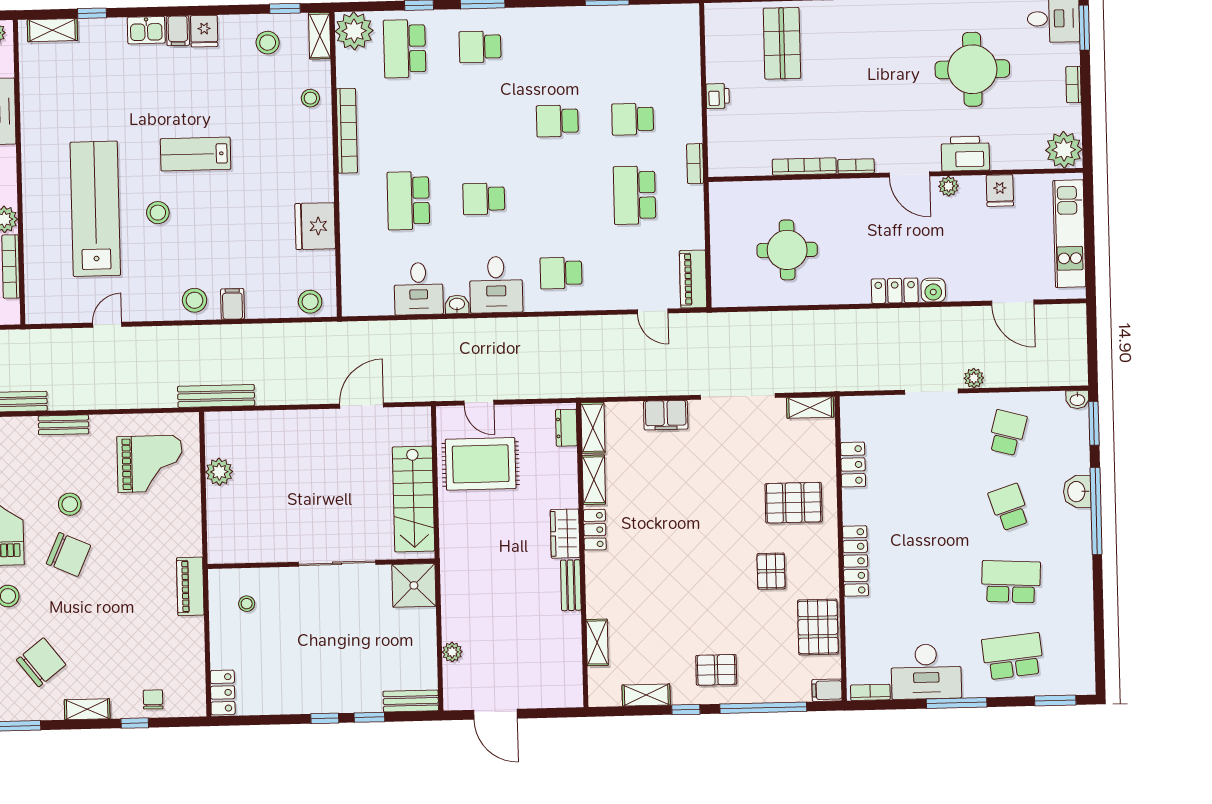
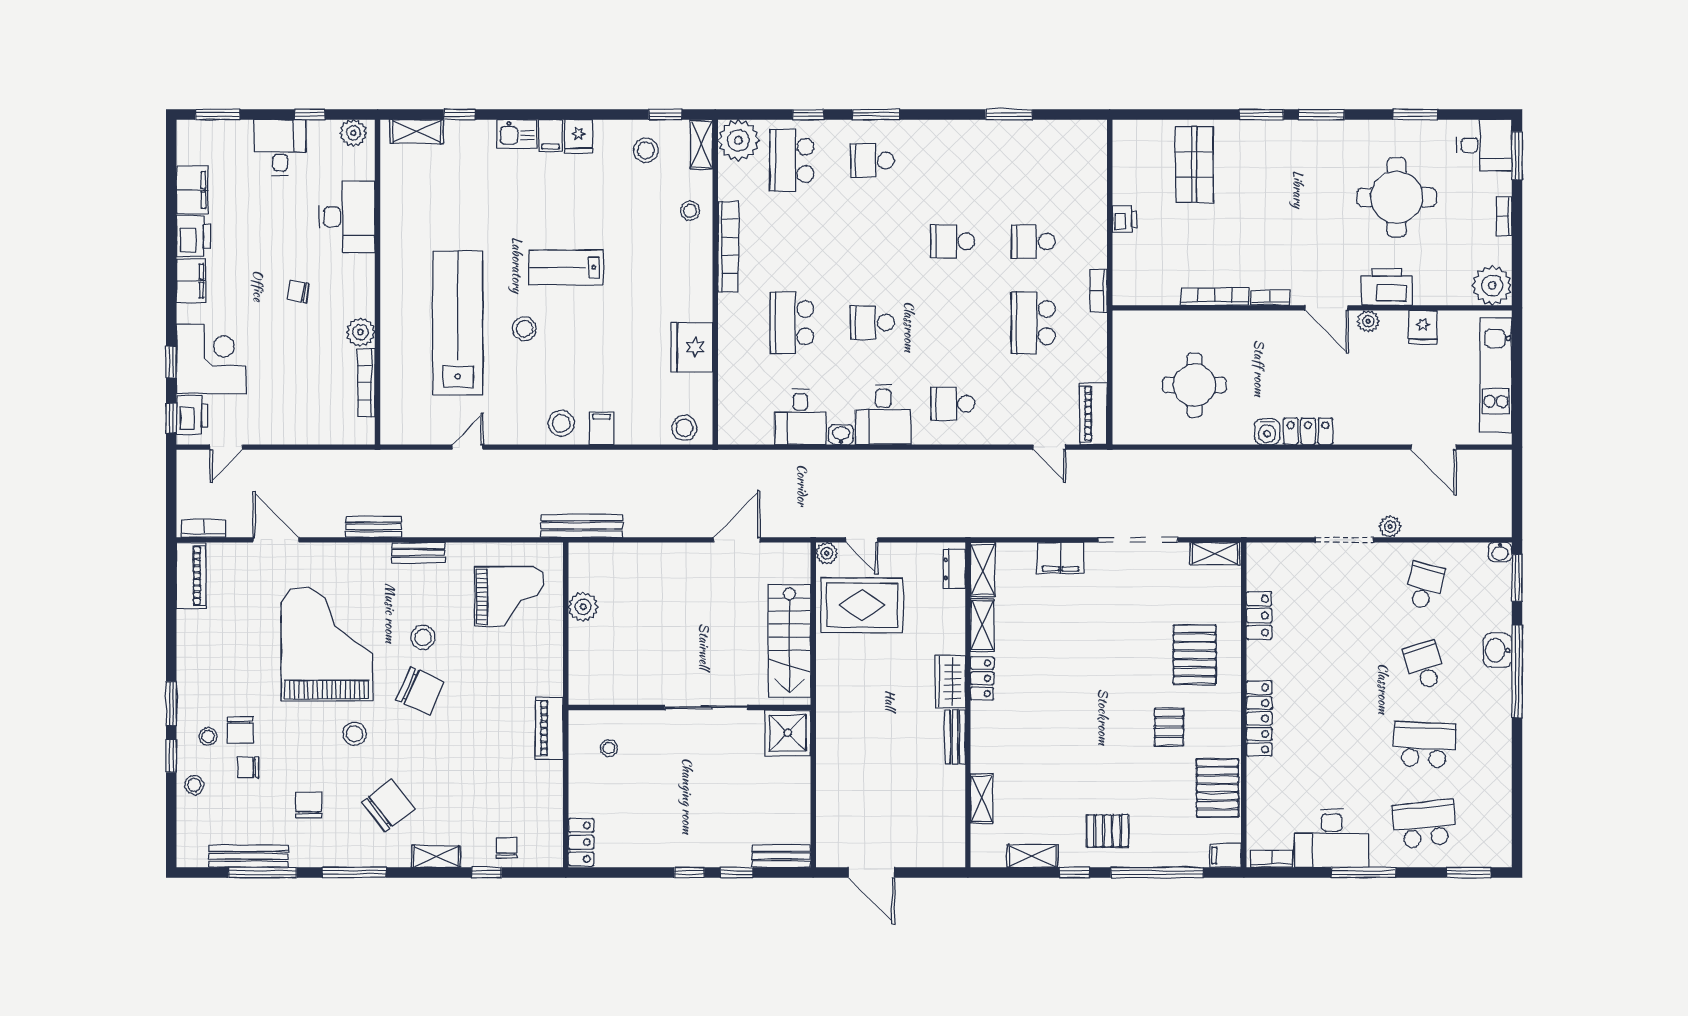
water cooler: (933, 290) -> (1267, 432), moved
pallet: (794, 503) -> (1195, 655), turned 90
plant: (452, 652) -> (827, 553), moved

